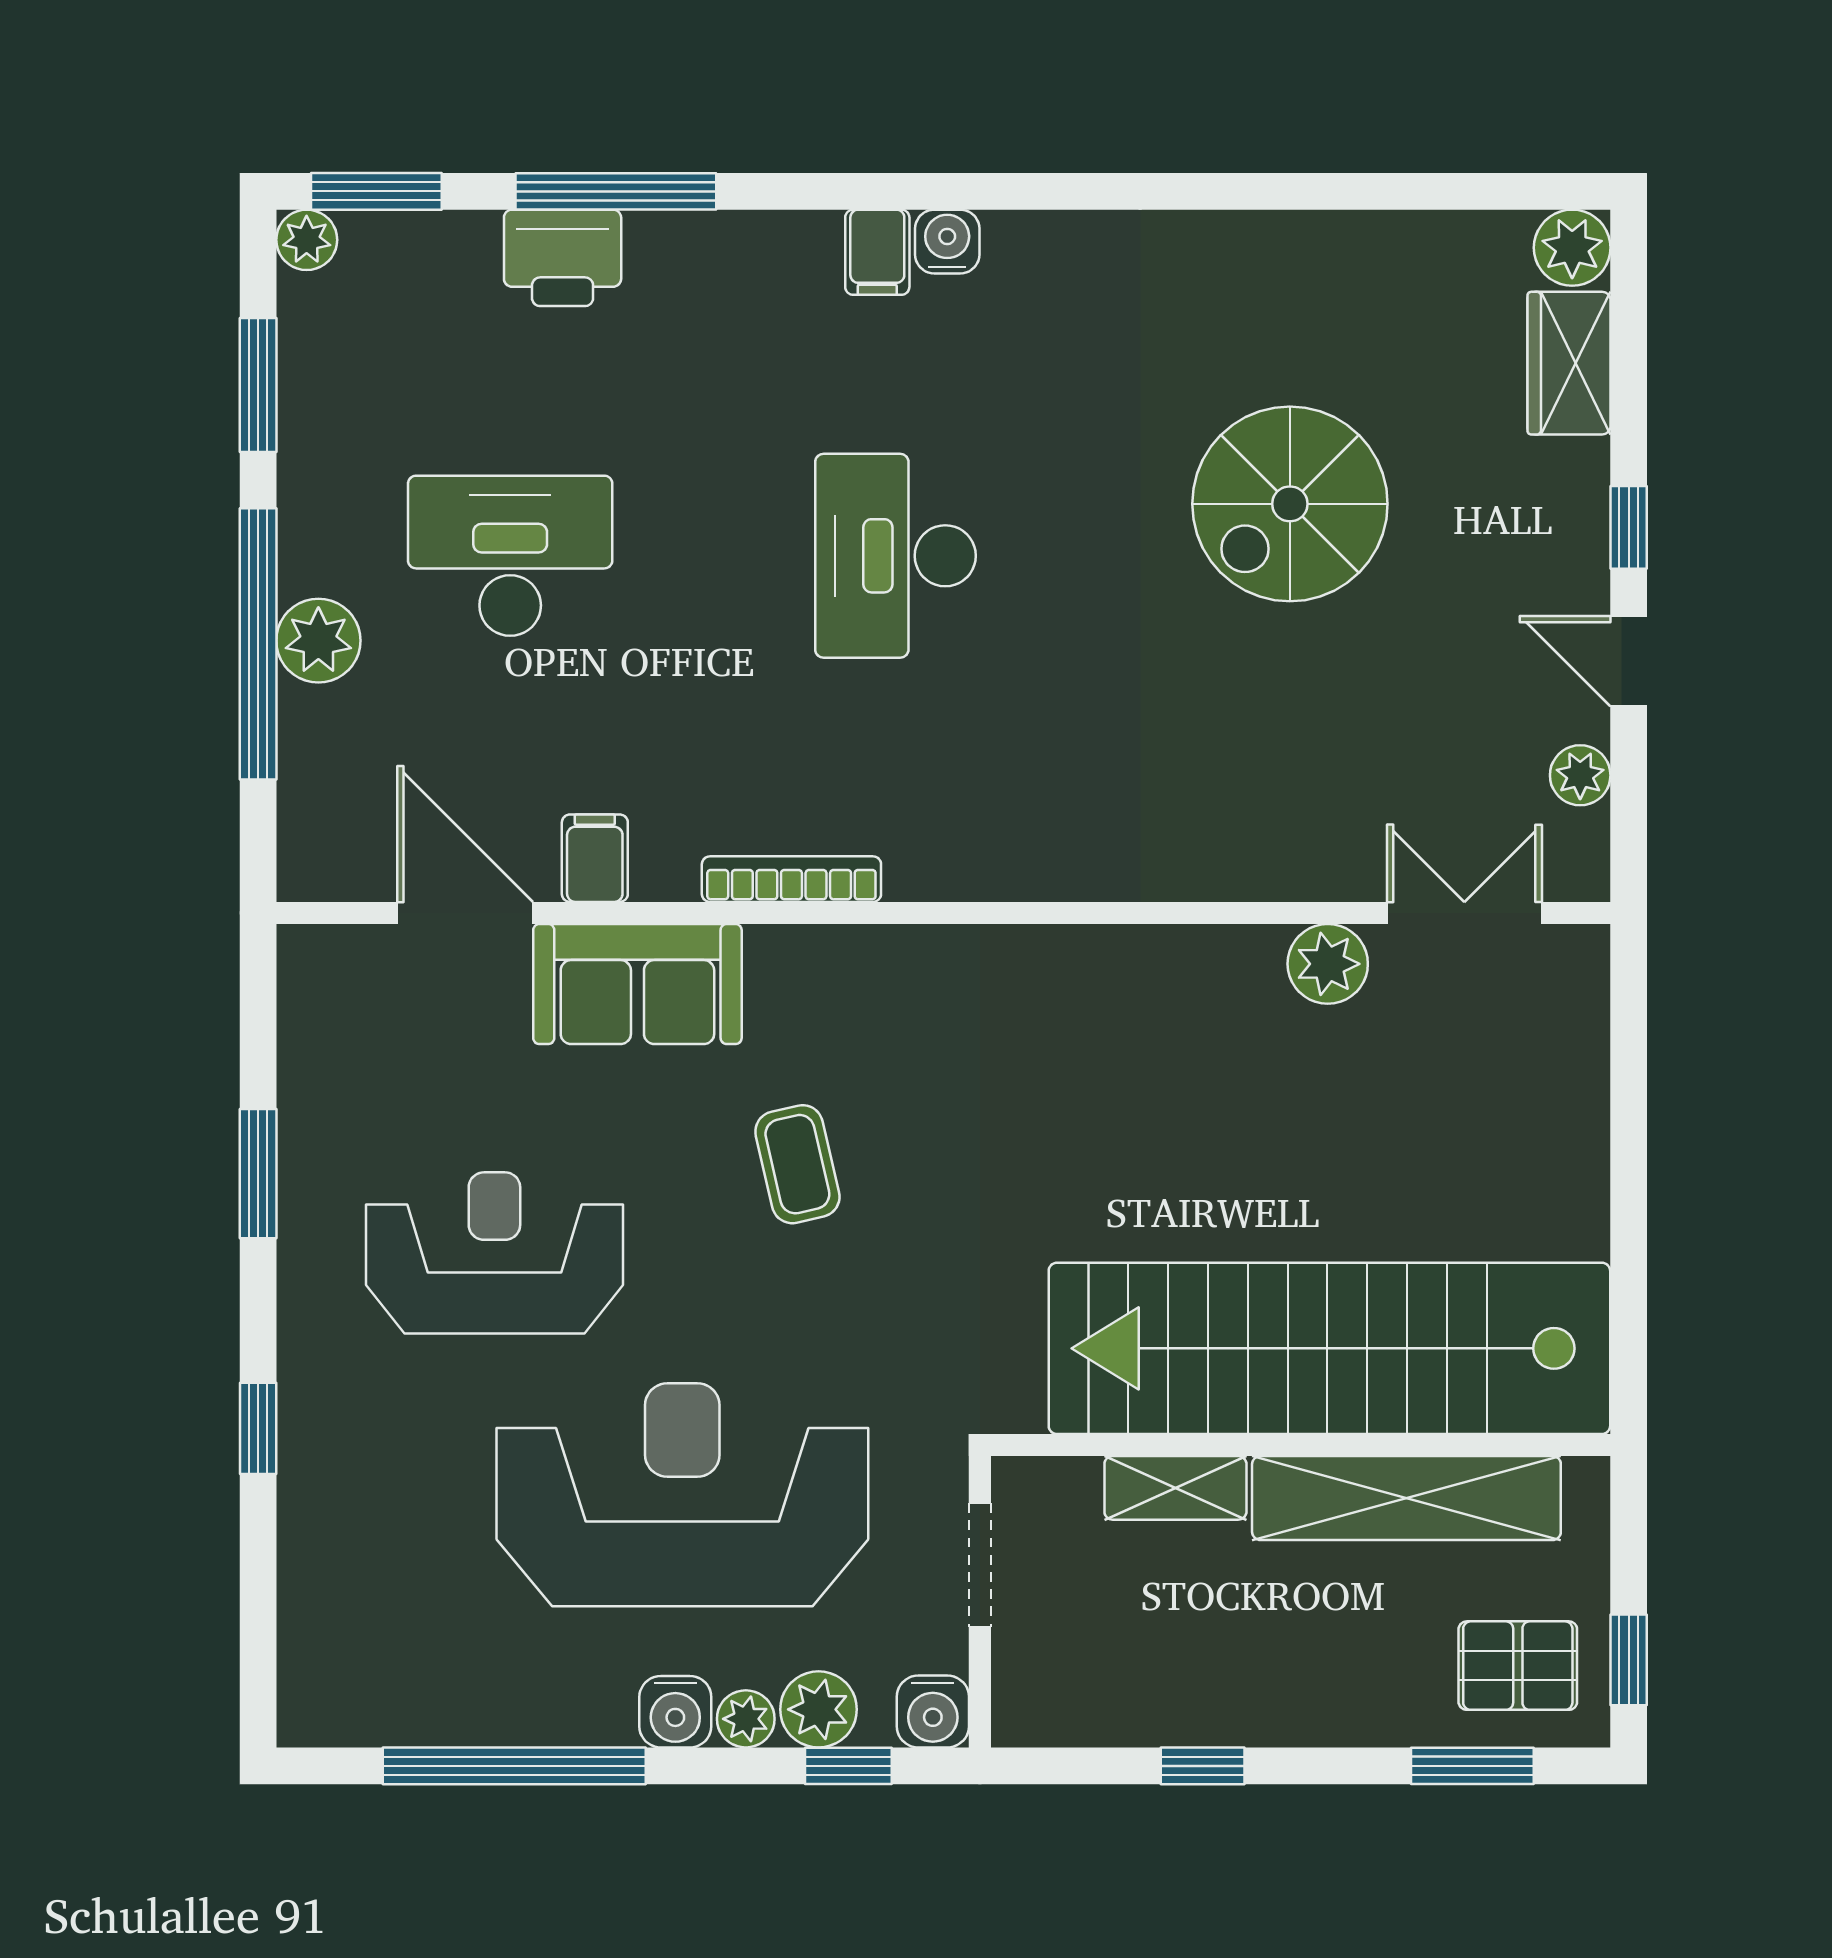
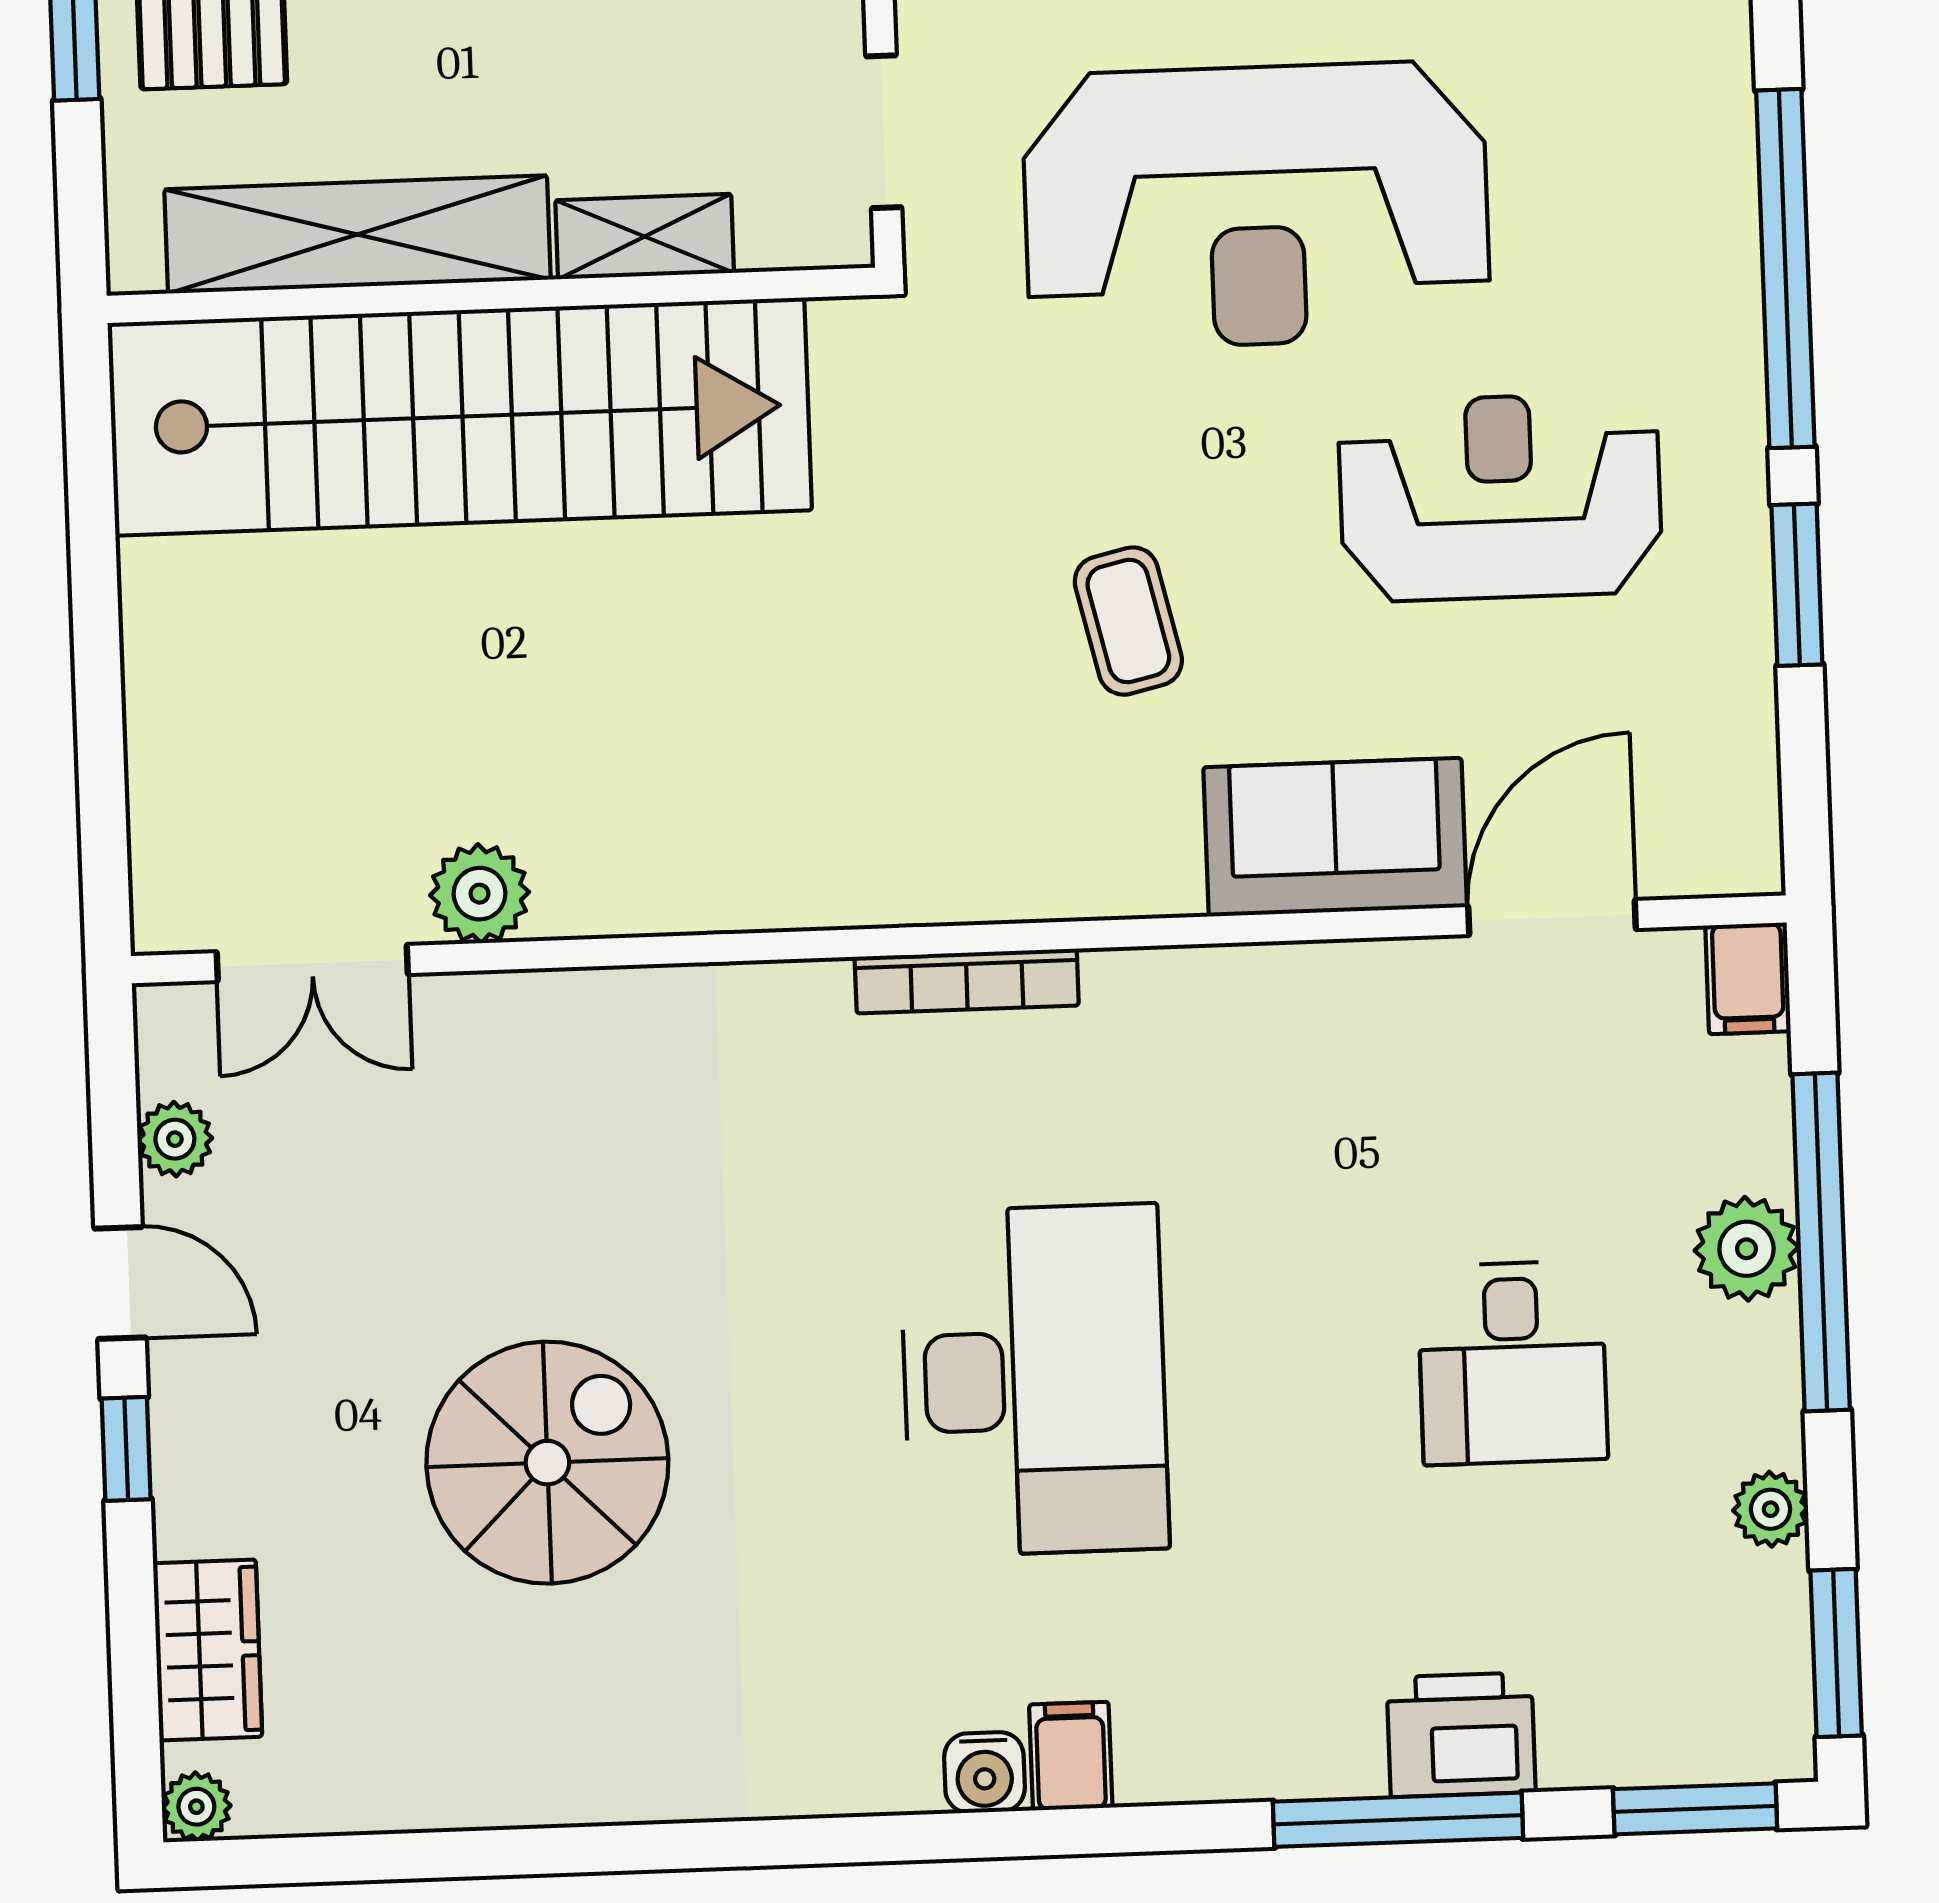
plant: (307, 240) -> (1771, 1509), moved
plant: (1572, 248) -> (196, 1807), width x0.73, depth x0.73
window: (258, 385) -> (1836, 1653), moved
desk: (510, 556) -> (1512, 1363), width x0.73
desk: (896, 556) -> (1034, 1380), width x1.36, depth x1.30
filing cabinet: (595, 858) -> (1748, 978), moved
bookcase: (791, 879) -> (967, 981), moved
door: (465, 913) -> (1552, 918), swing flipped
reception desk: (494, 1253) -> (1500, 497), turned 180
window: (258, 1428) -> (1785, 269), width x3.17

